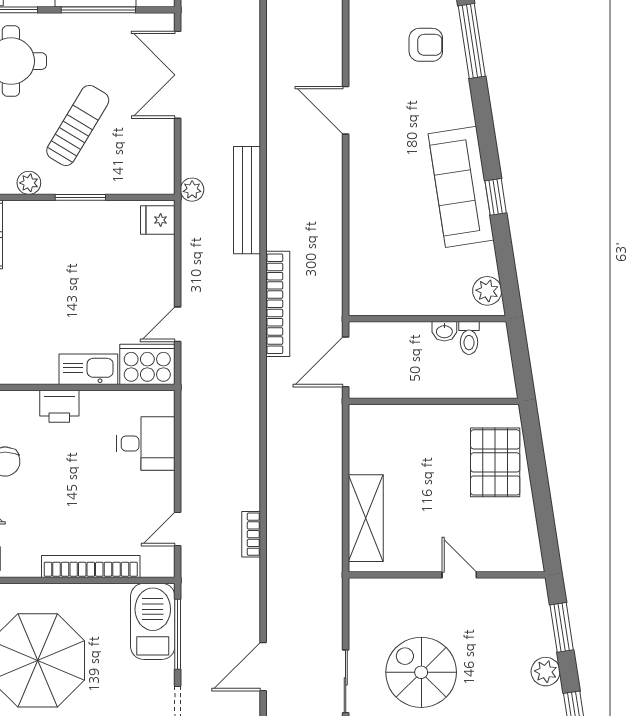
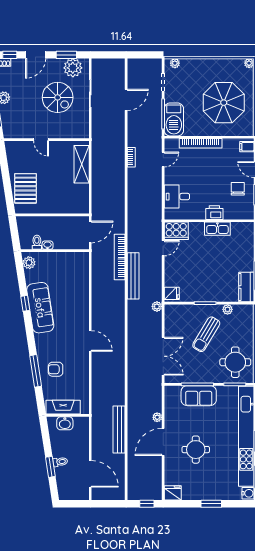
bench: (247, 200) -> (133, 276), moved
kitchen sink: (88, 369) -> (217, 229), moved

